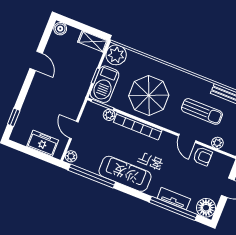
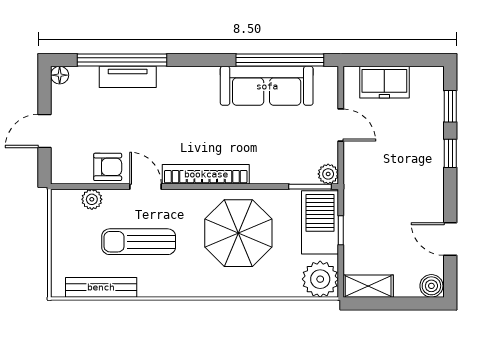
door: (36, 61) -> (450, 239), moved
window: (23, 93) -> (450, 153), added
plant: (109, 115) -> (328, 174), moved
bookcase: (138, 126) -> (206, 174), moved
plant: (71, 156) -> (328, 79), removed
armchair: (203, 156) -> (108, 167), turned 180
sofa: (125, 174) -> (267, 86), moved
floor lamp: (206, 208) -> (60, 75), width x0.53, depth x0.53

